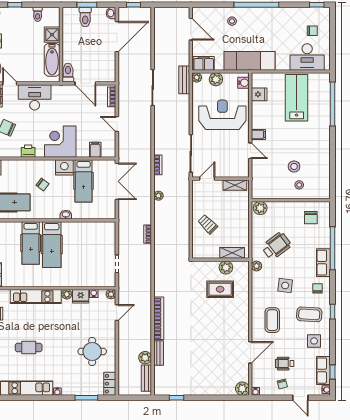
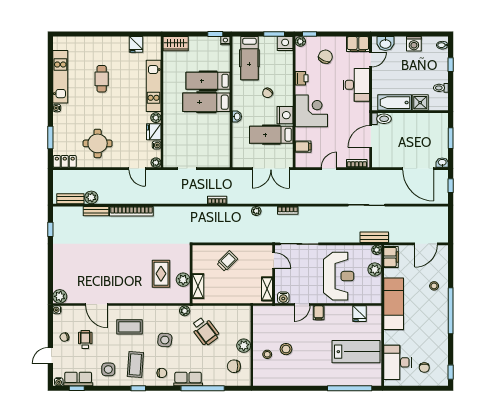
toilet: (85, 17) -> (438, 136), removed
water cooler: (244, 83) -> (283, 298), moved
plant: (260, 208) -> (244, 346), moved

